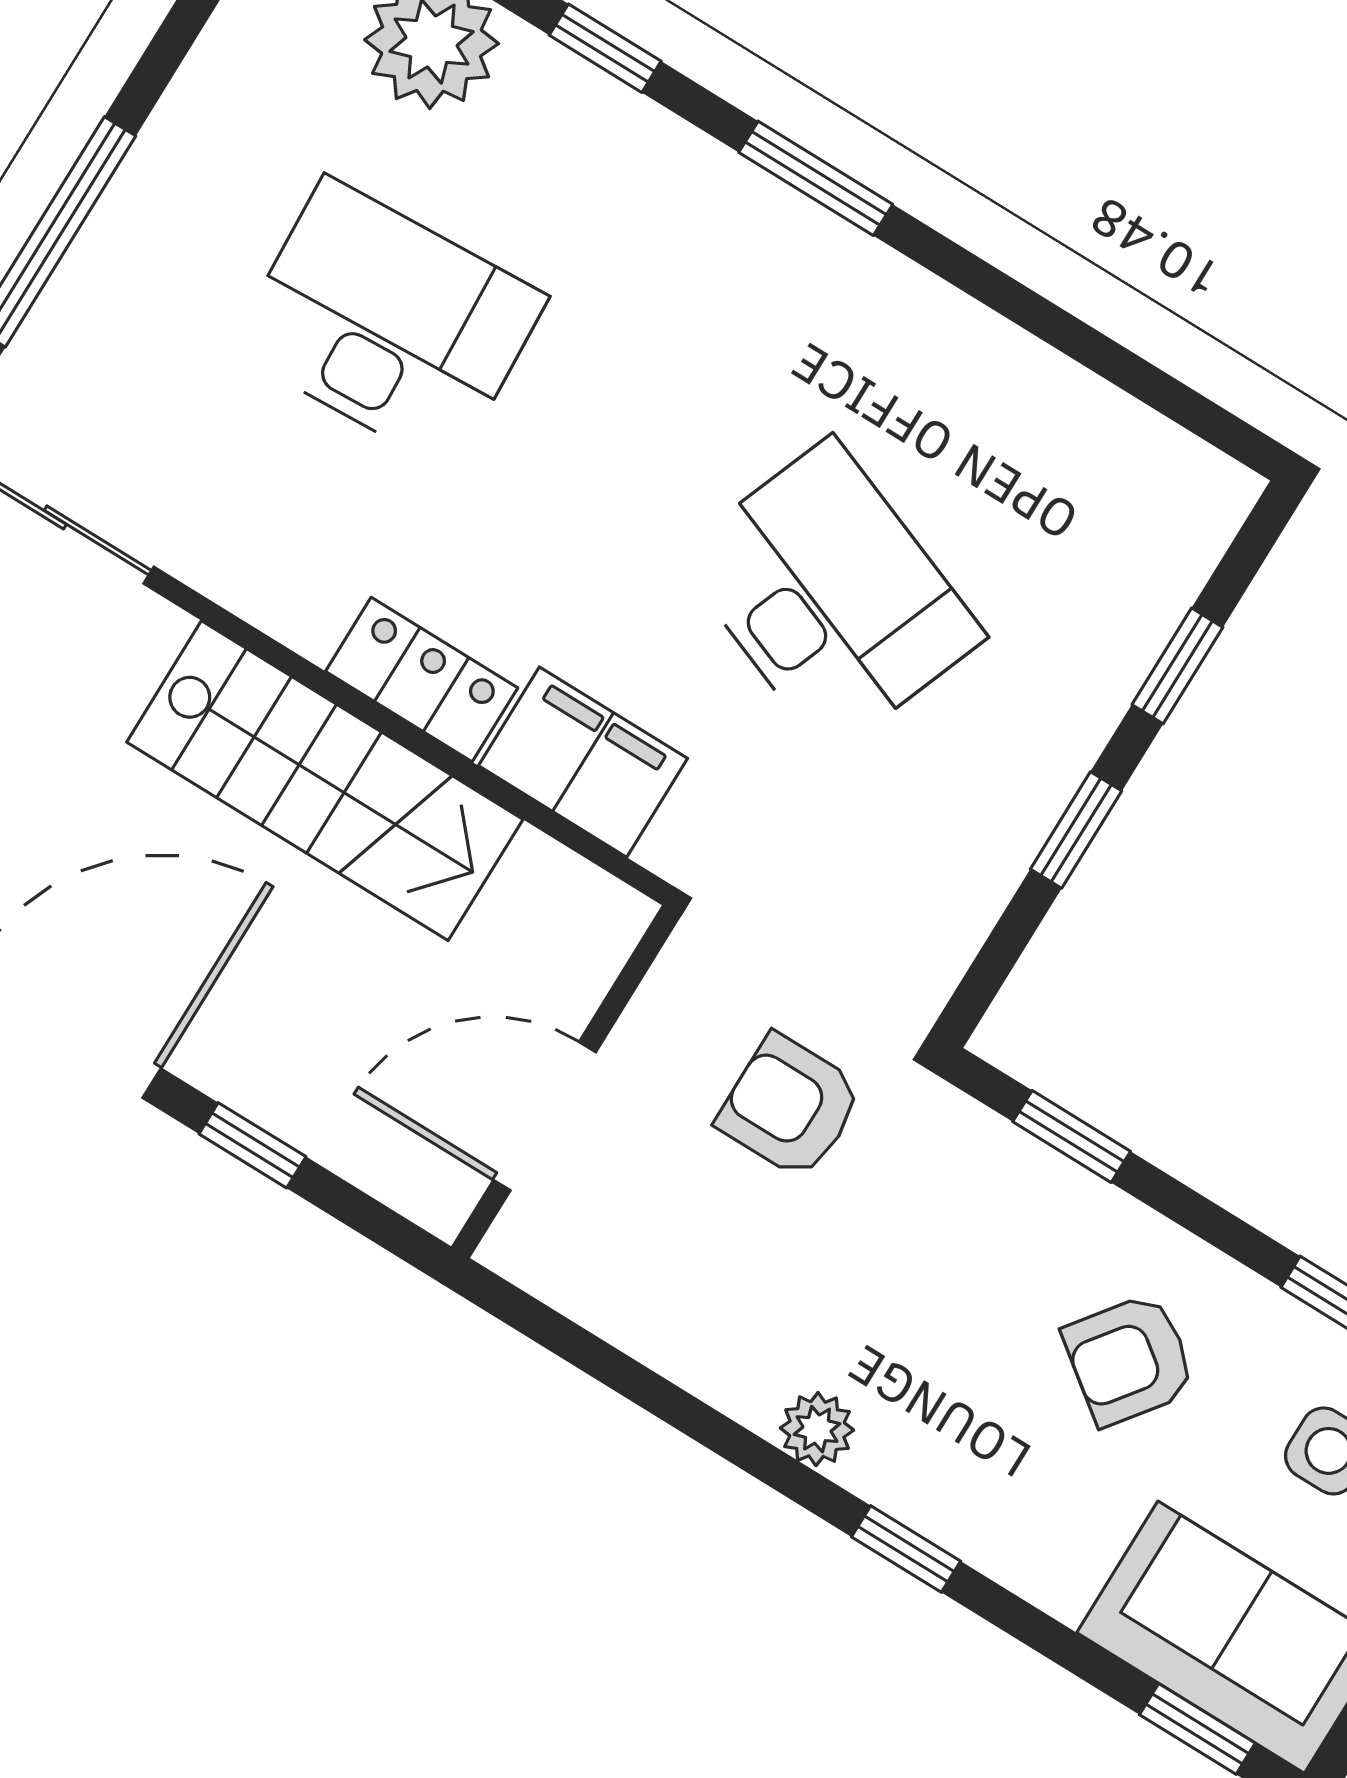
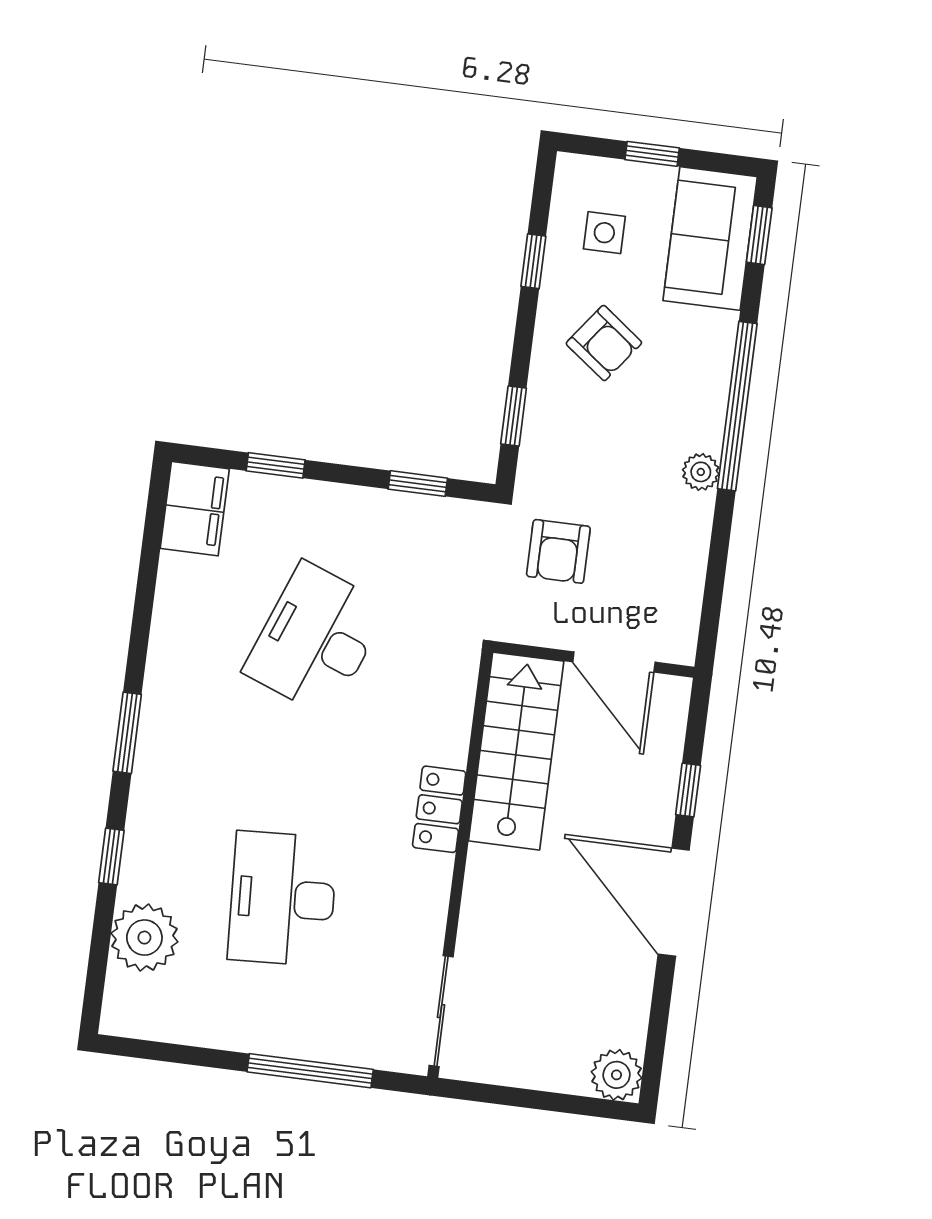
filing cabinet: (583, 762) -> (195, 509), moved, turned 180
stairs: (325, 781) -> (516, 751), moved
window: (1076, 830) -> (418, 484), moved
window: (906, 1549) -> (737, 406), width x3.17

